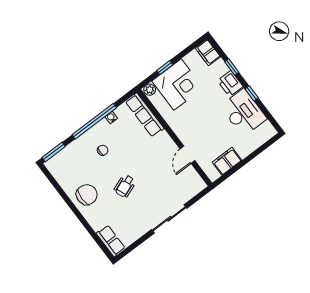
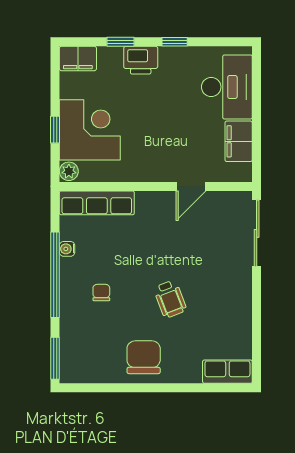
desk: (243, 113) -> (227, 87), moved, turned 90
door: (187, 155) -> (191, 186), hinge flipped
sliding door: (169, 219) -> (257, 233), moved

